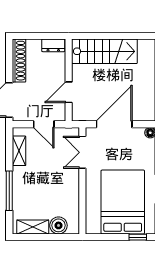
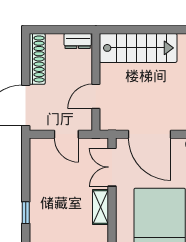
door: (114, 124) -> (150, 134), swing flipped
shelving: (19, 151) -> (101, 207), moved
window: (9, 191) -> (26, 213), width x0.46

